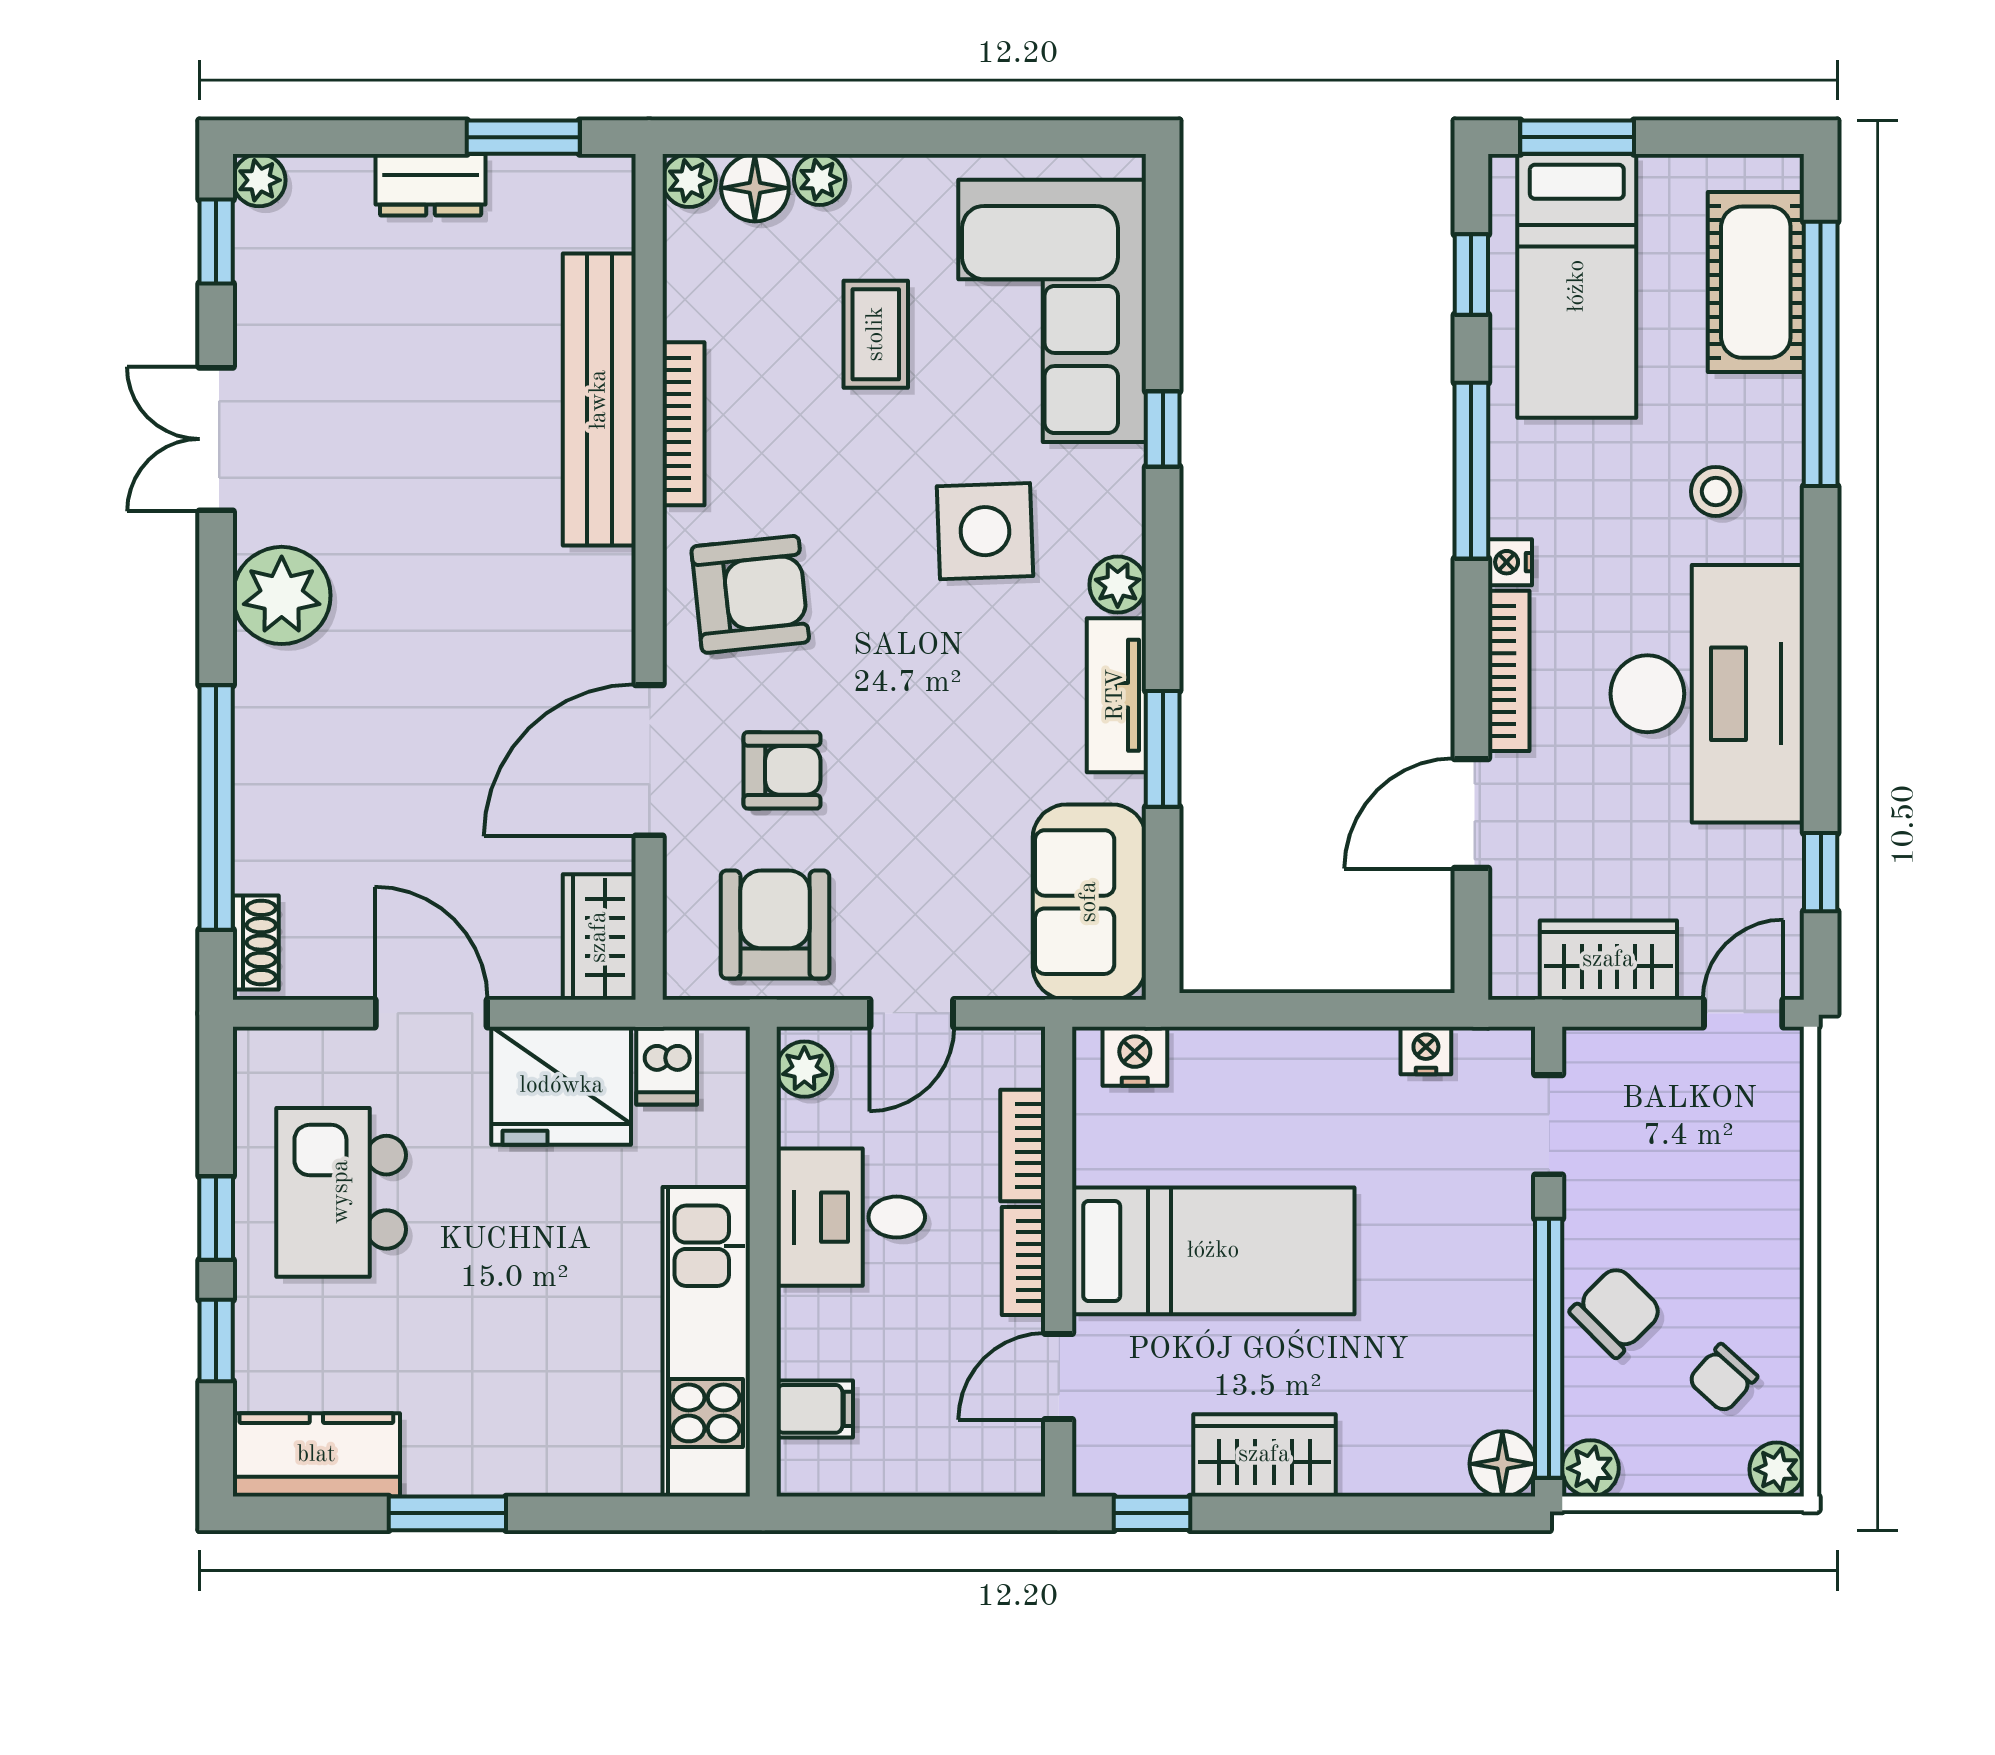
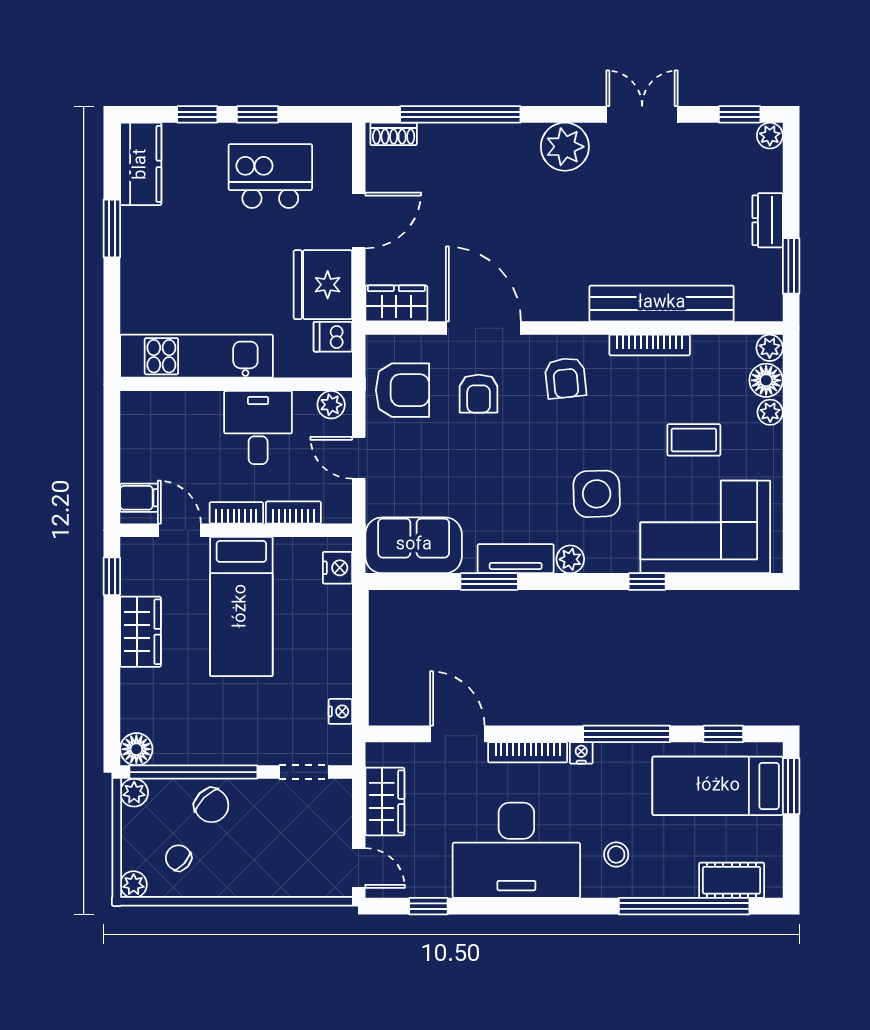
cot: (1756, 282) -> (732, 880), width x0.73, depth x0.75
armchair: (750, 594) -> (565, 378), width x0.72, depth x0.72
filing cabinet: (815, 1409) -> (139, 498), moved, turned -90

